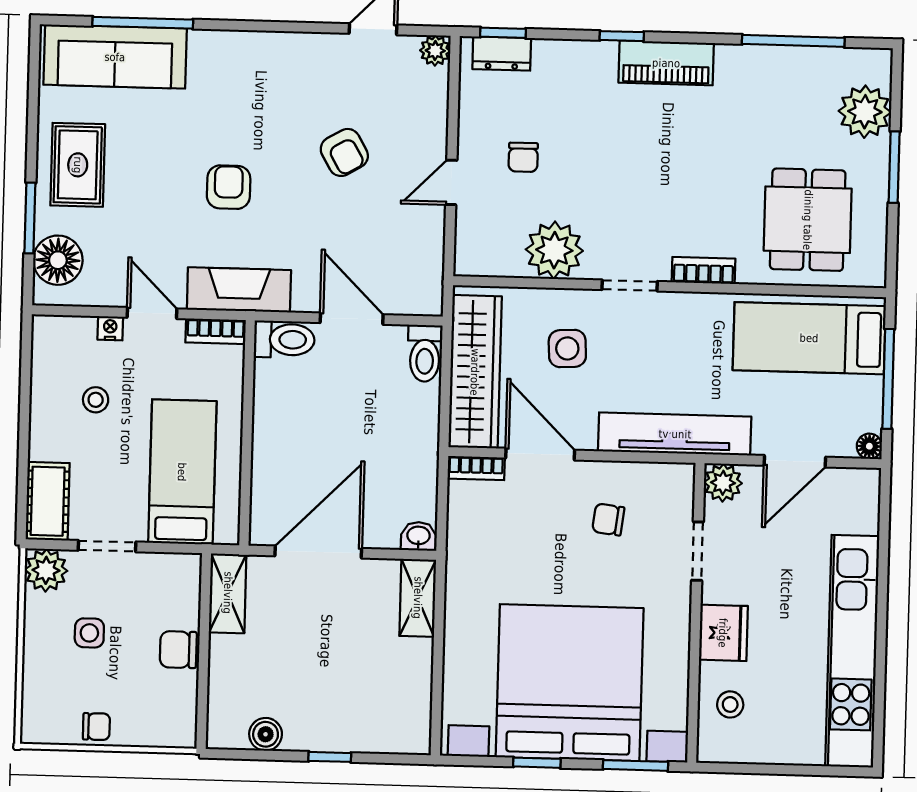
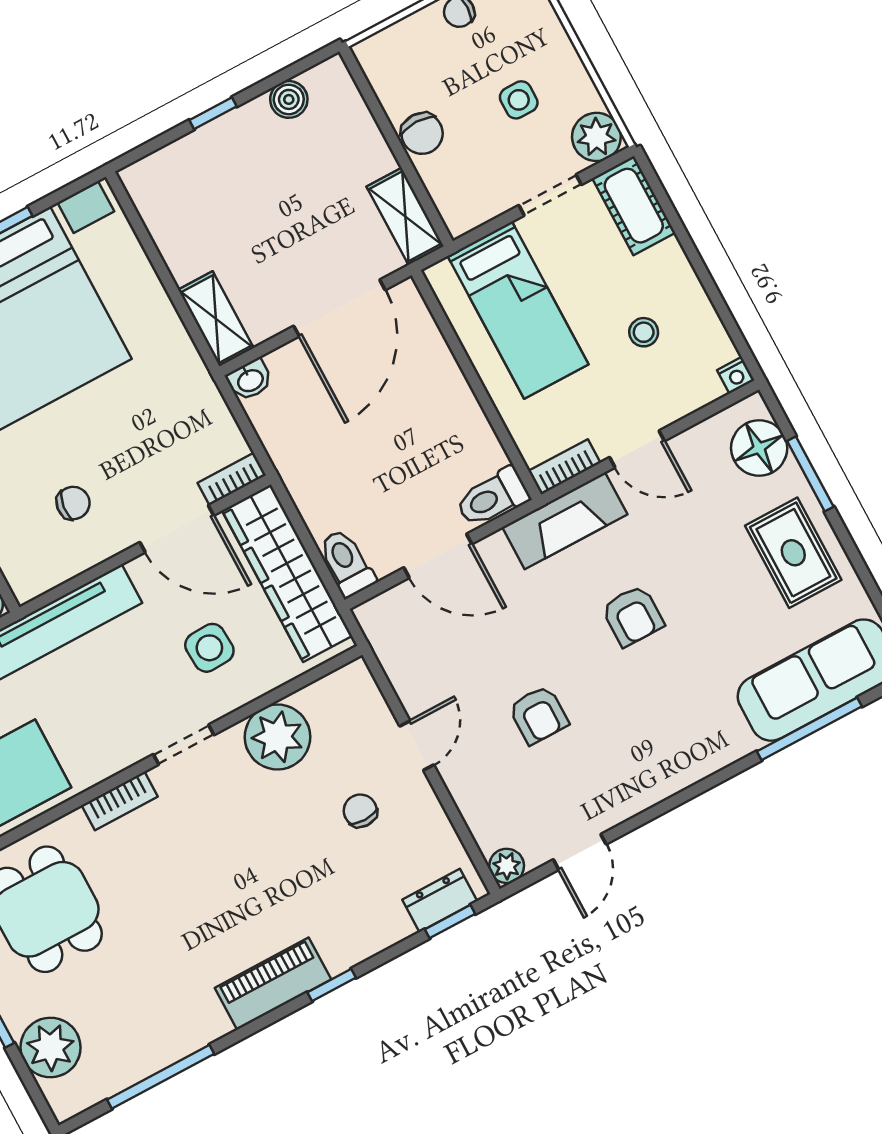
armchair: (344, 152) -> (539, 715), turned -150
nightstand: (110, 328) -> (736, 375), moved
chair: (178, 650) -> (422, 133), turned 90

